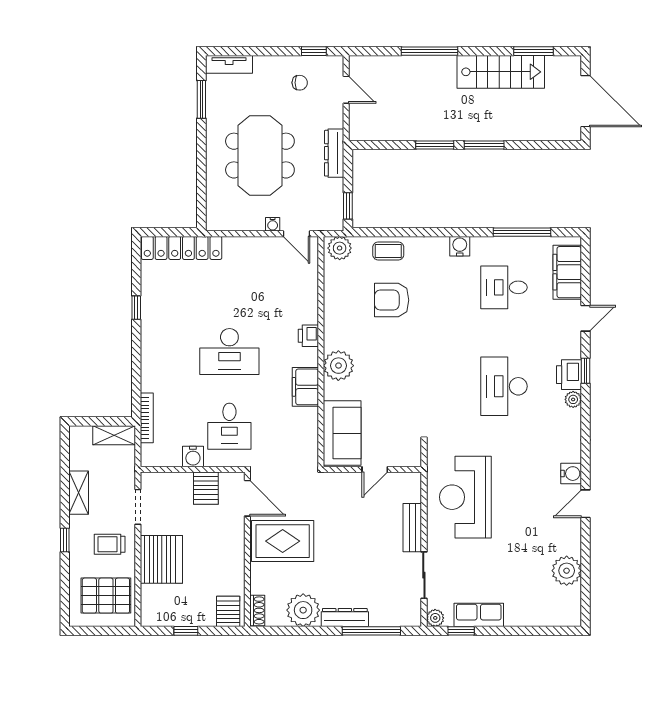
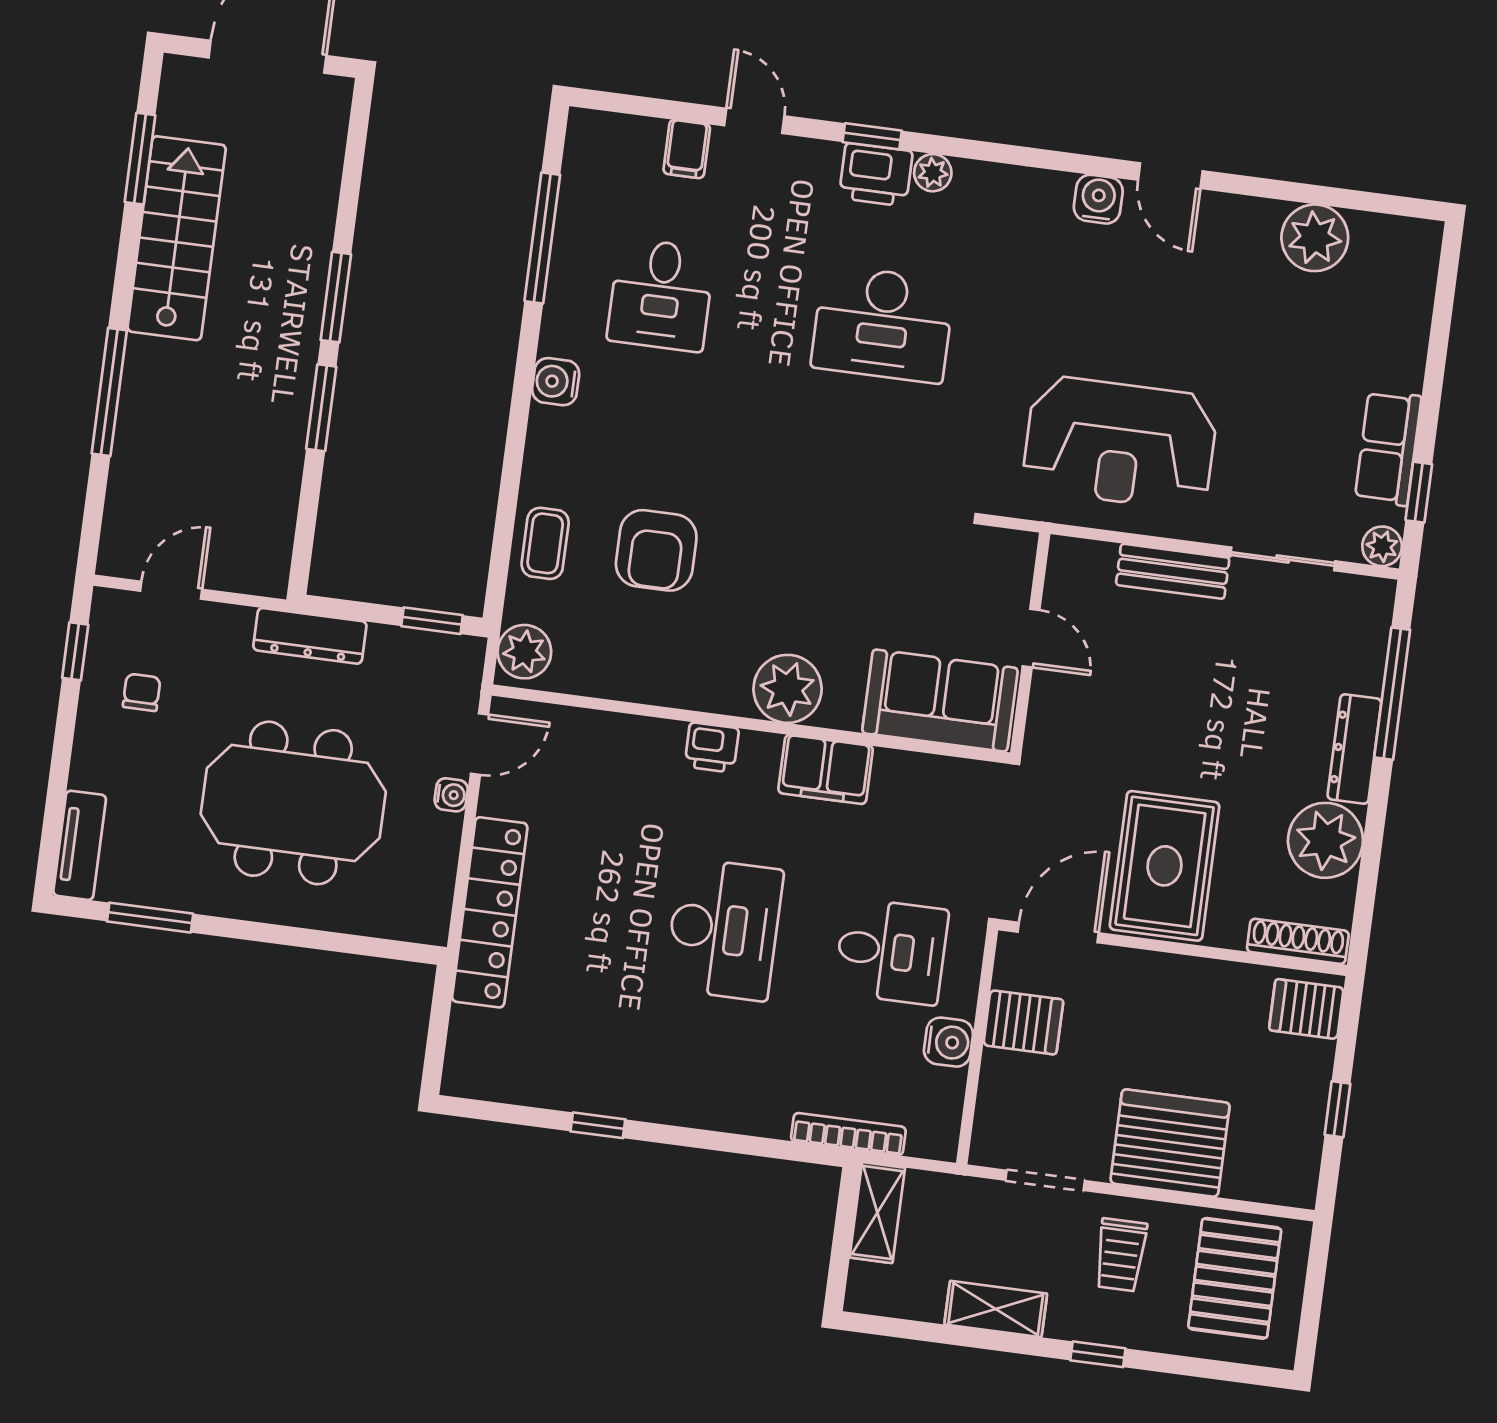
locker: (182, 248) -> (490, 912), moved
filing cabinet: (567, 272) -> (687, 149), width x0.33, depth x0.86
shoe rack: (257, 610) -> (1298, 941), width x1.43

